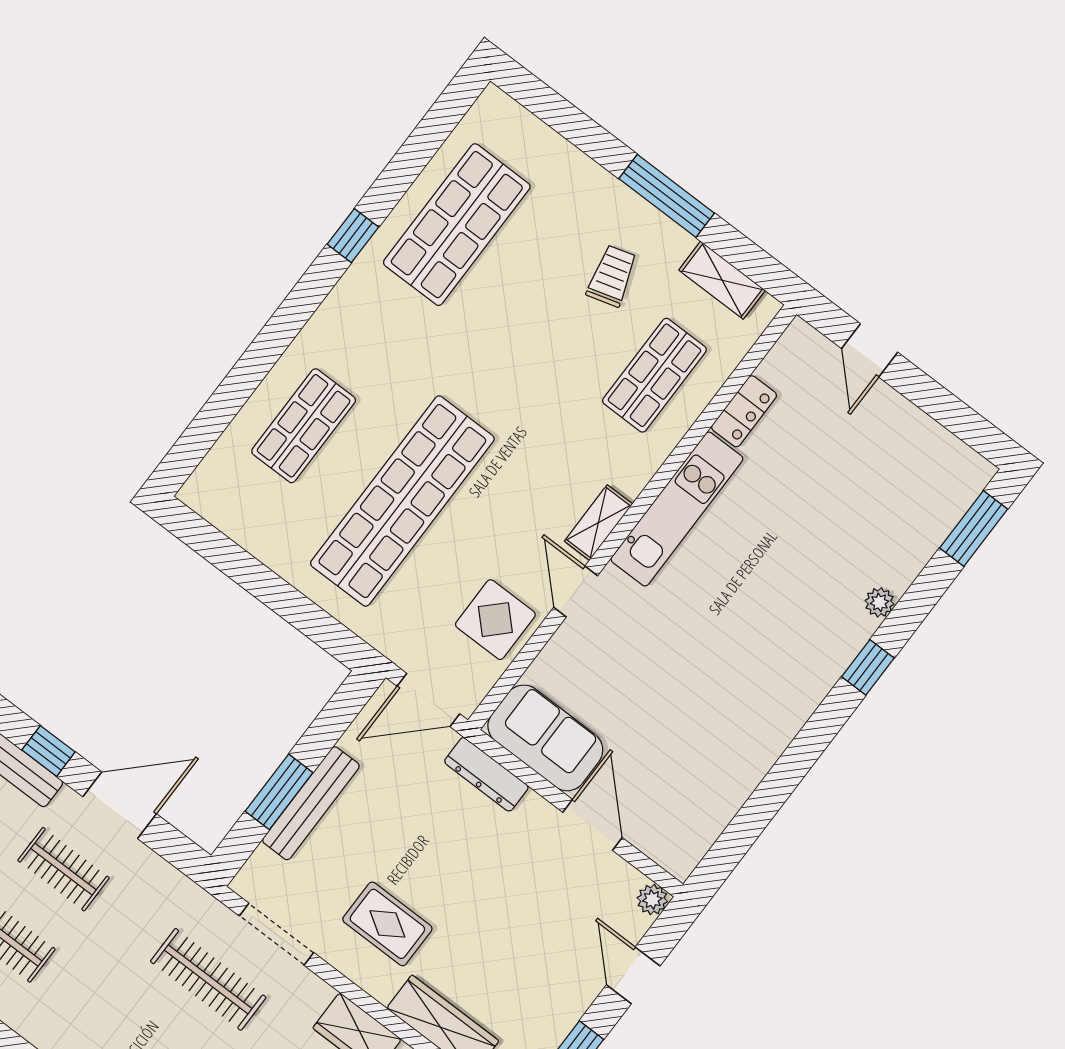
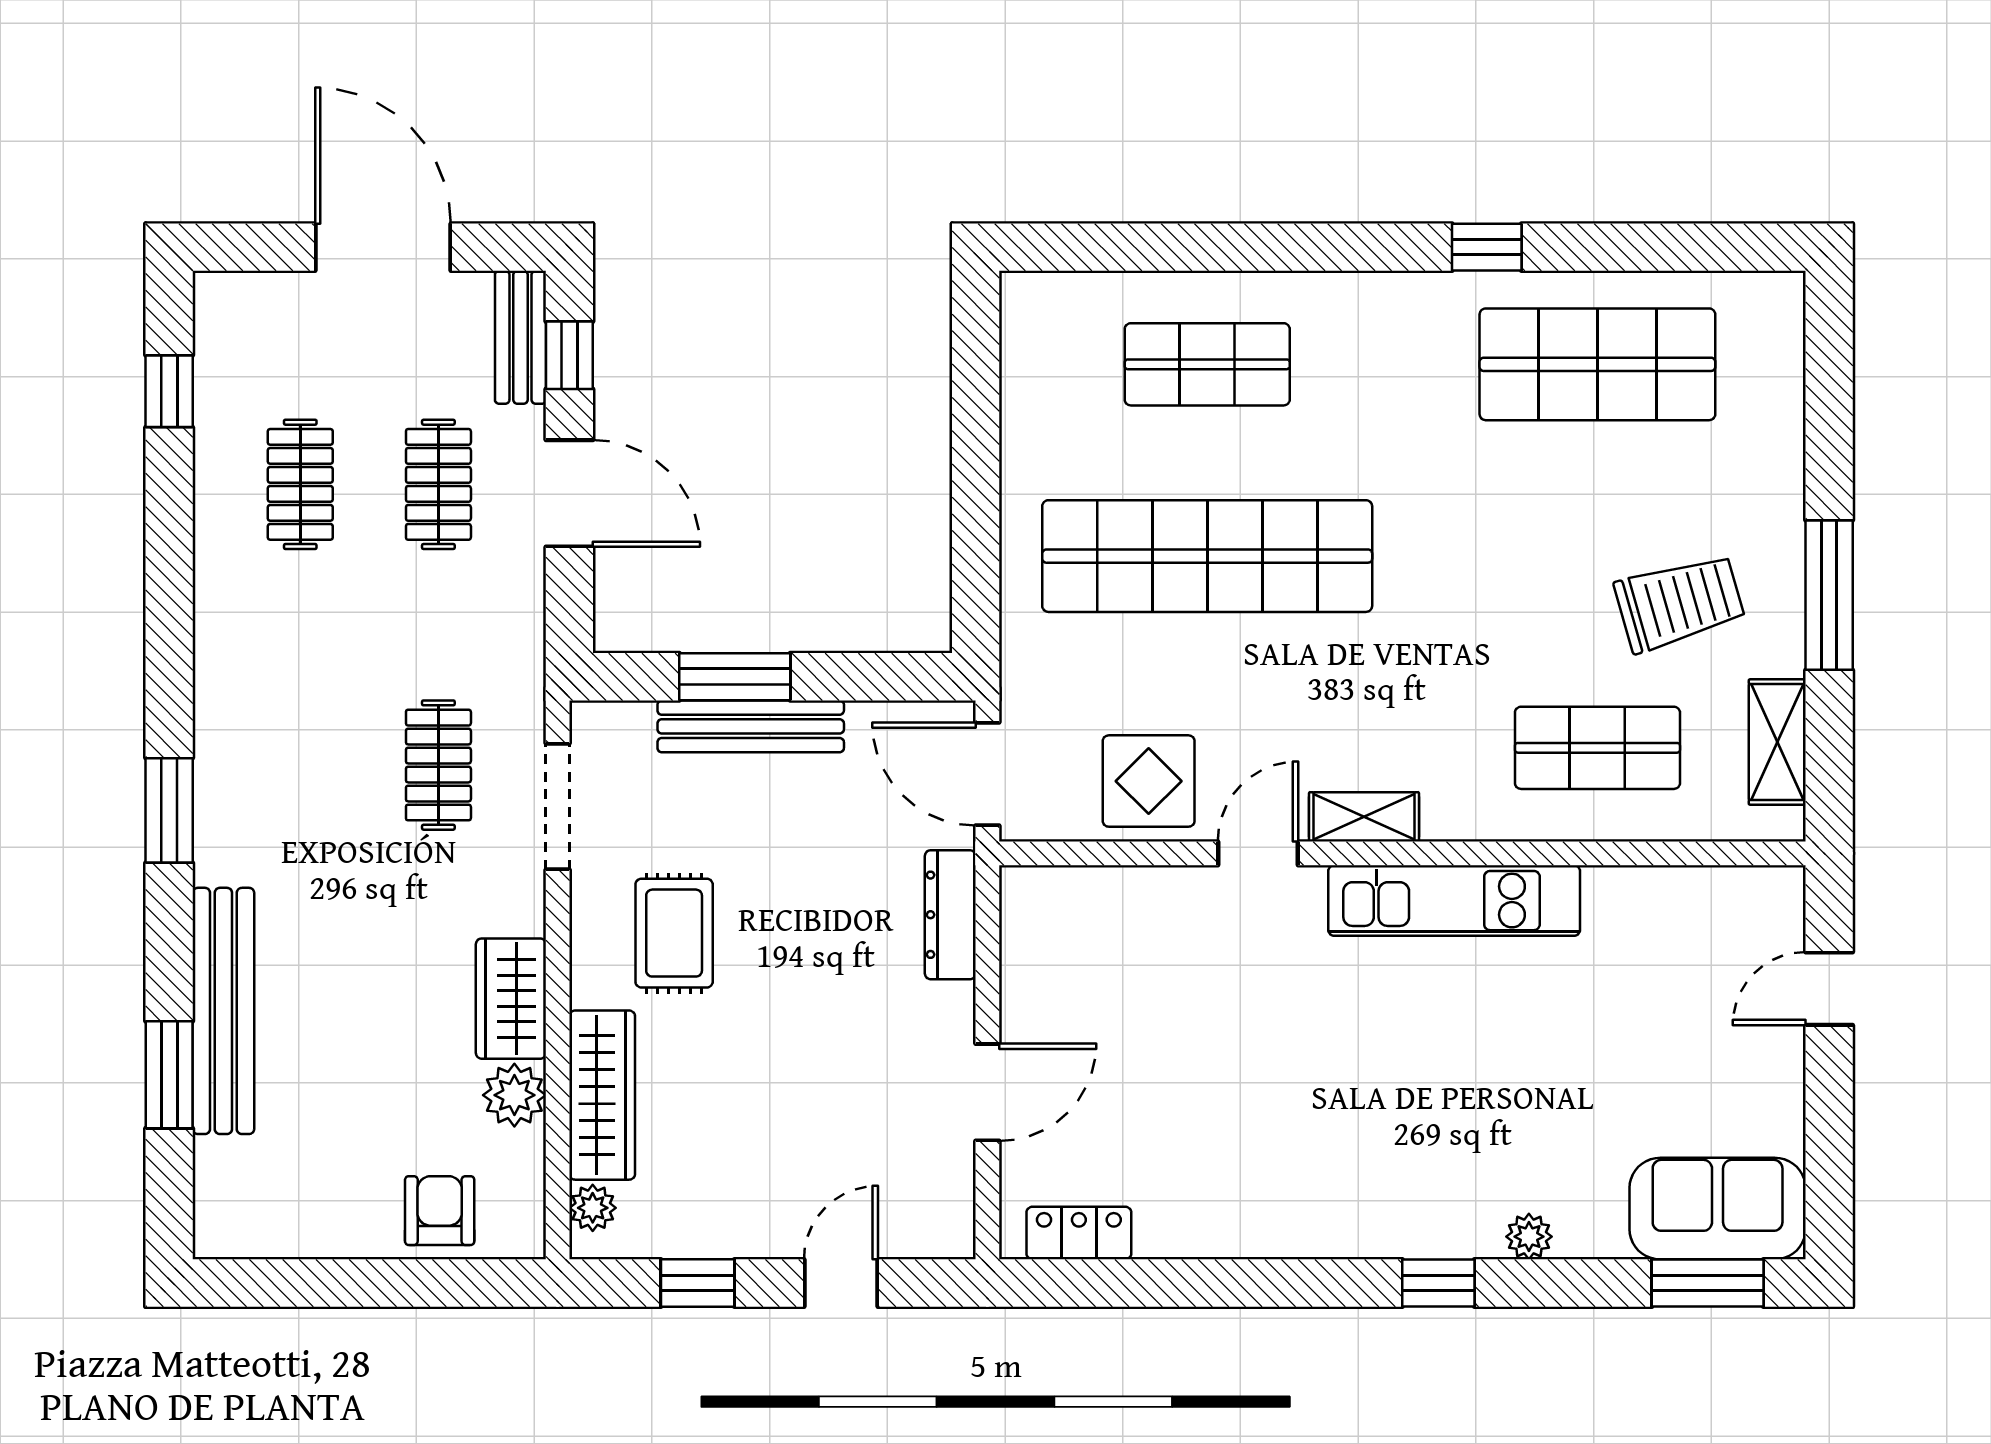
trolley: (612, 276) -> (1680, 603), width x1.36, depth x1.39
locker: (744, 411) -> (1079, 1233), moved, turned 180
sofa: (545, 738) -> (1718, 1209), moved, turned -90
plant: (652, 900) -> (952, 1236), removed
clothes rail: (208, 979) -> (438, 765), width x0.73

